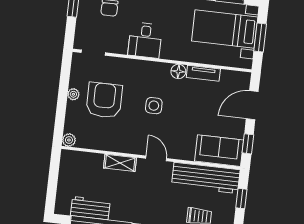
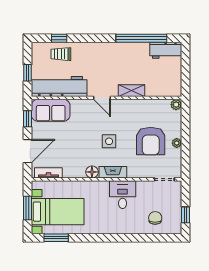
fireplace: (154, 68) -> (113, 172), added
tv unit: (203, 73) -> (48, 173), moved
workbench: (90, 208) -> (166, 50), moved

